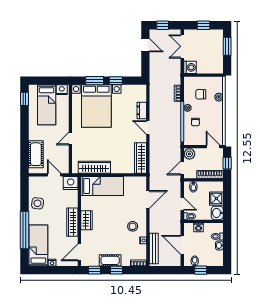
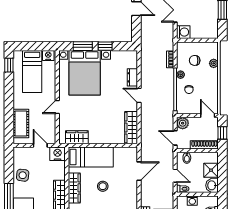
wardrobe: (94, 167) -> (77, 137), width x0.67
door: (182, 168) -> (175, 138), hinge flipped
wardrobe: (87, 220) -> (74, 188), width x1.50
stool: (133, 226) -> (103, 186), moved

